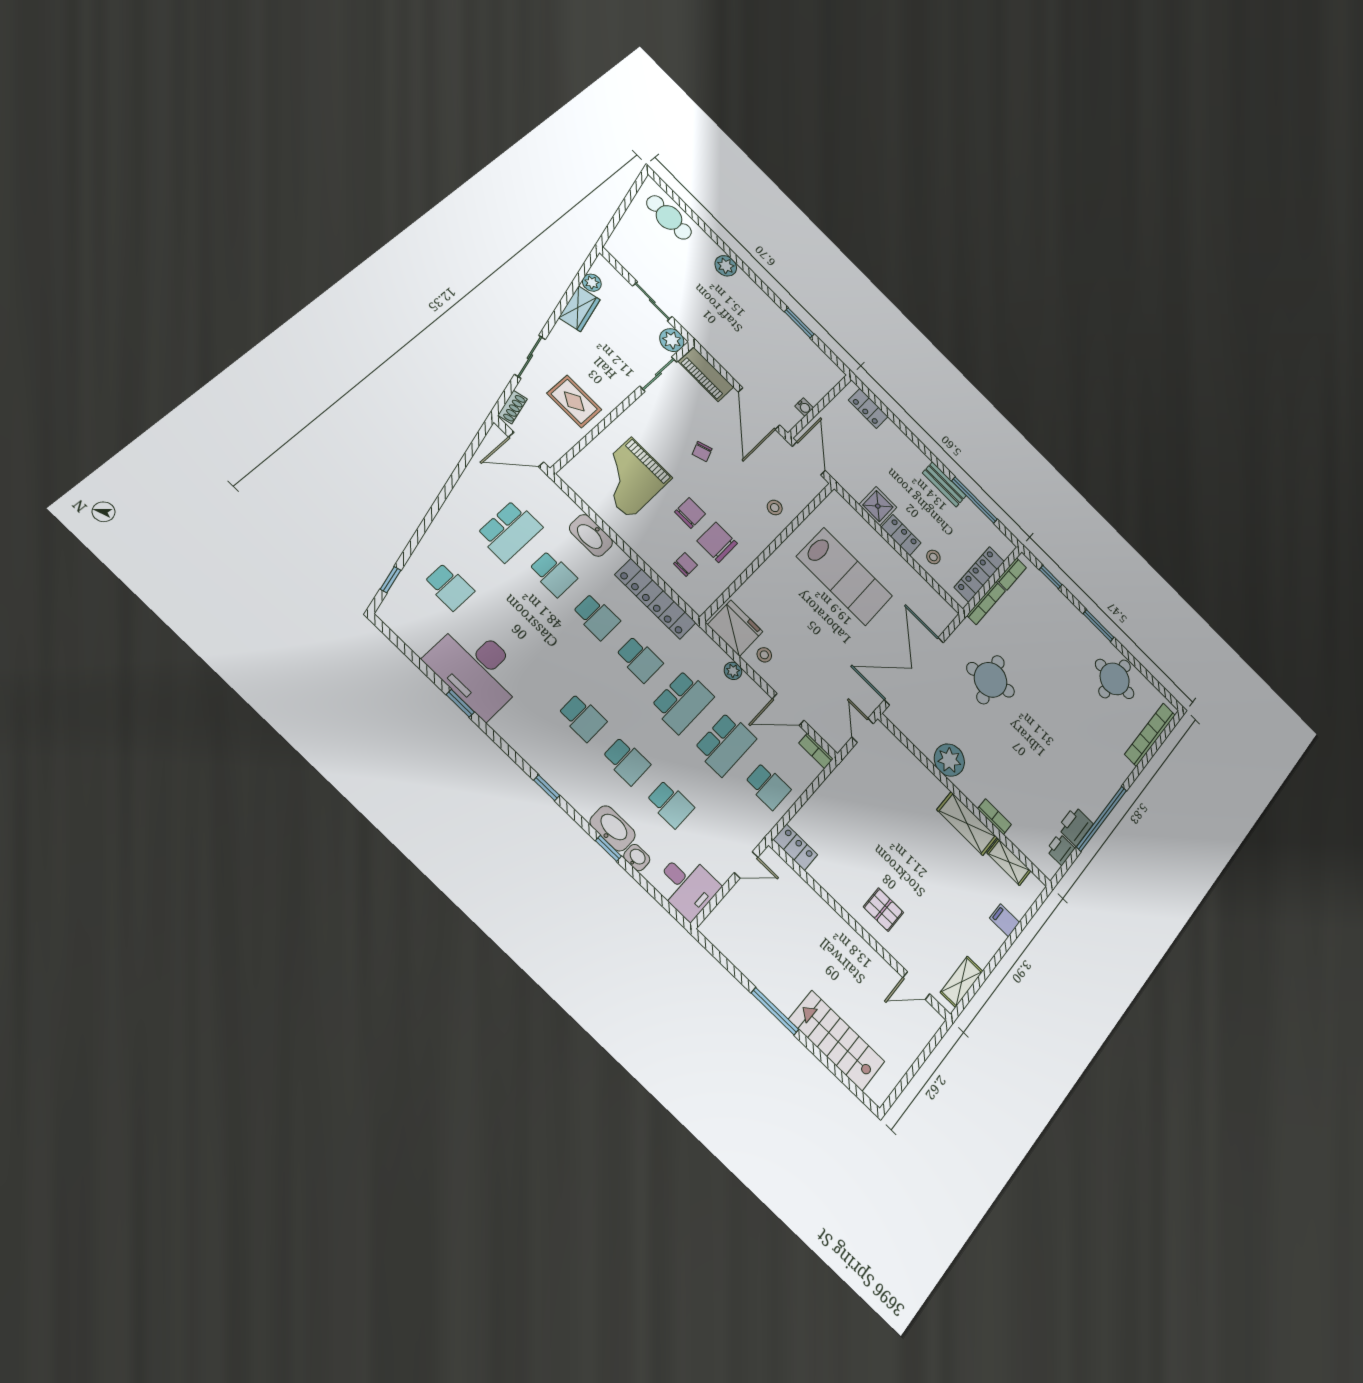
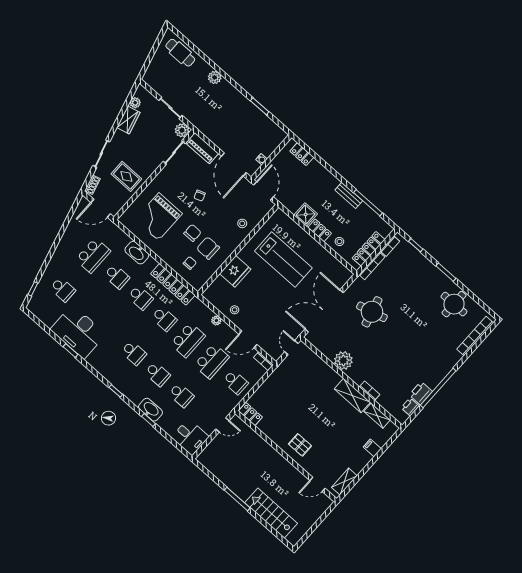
fridge: (735, 628) -> (235, 271), moved, turned 90
washbasin: (637, 858) -> (163, 424), removed

